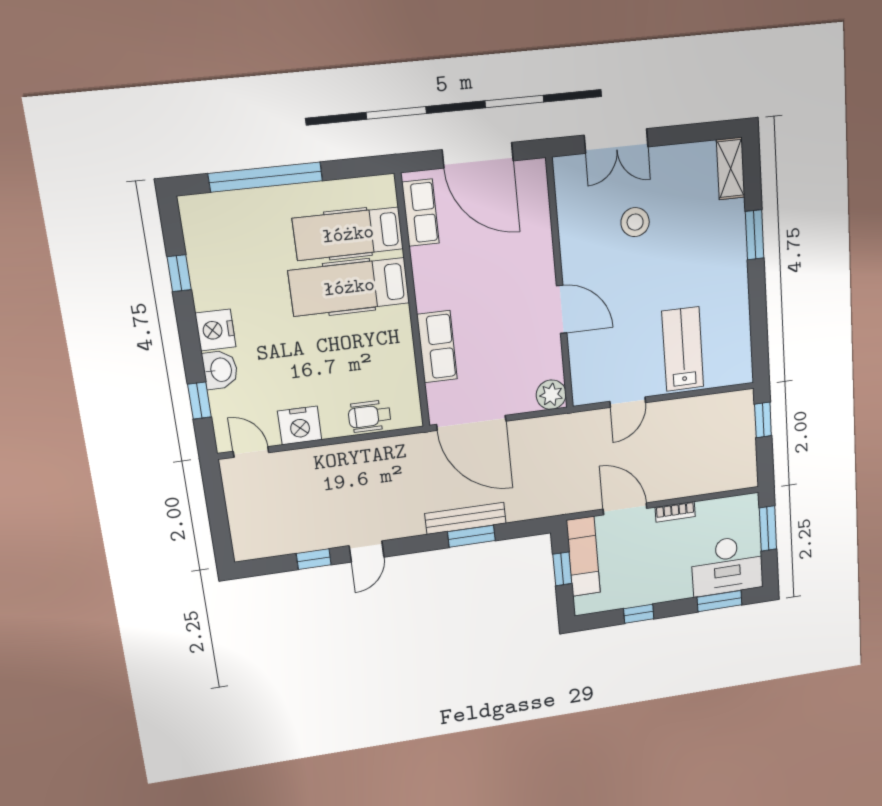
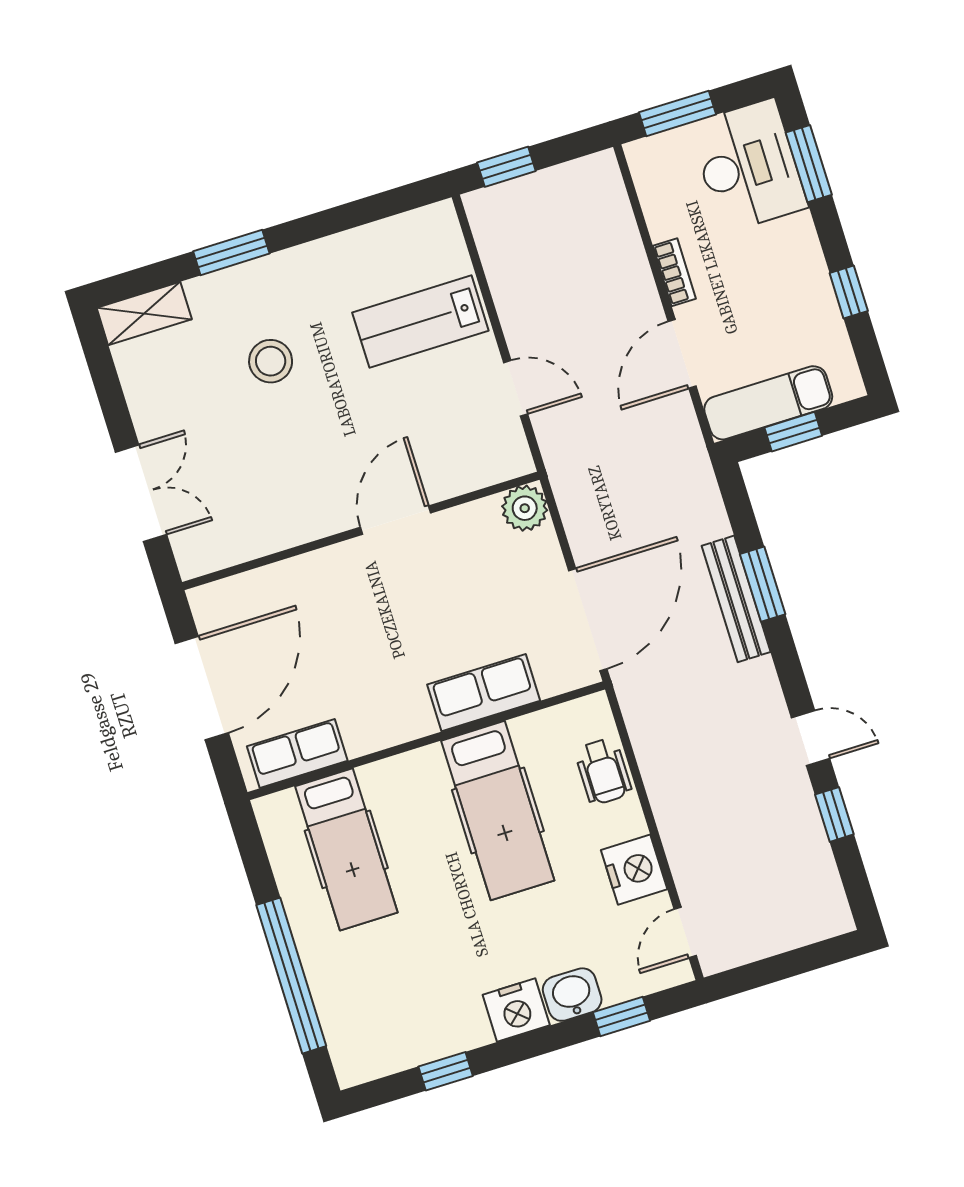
stool: (635, 222) -> (271, 361), moved
hospital bed: (349, 287) -> (498, 811), moved

